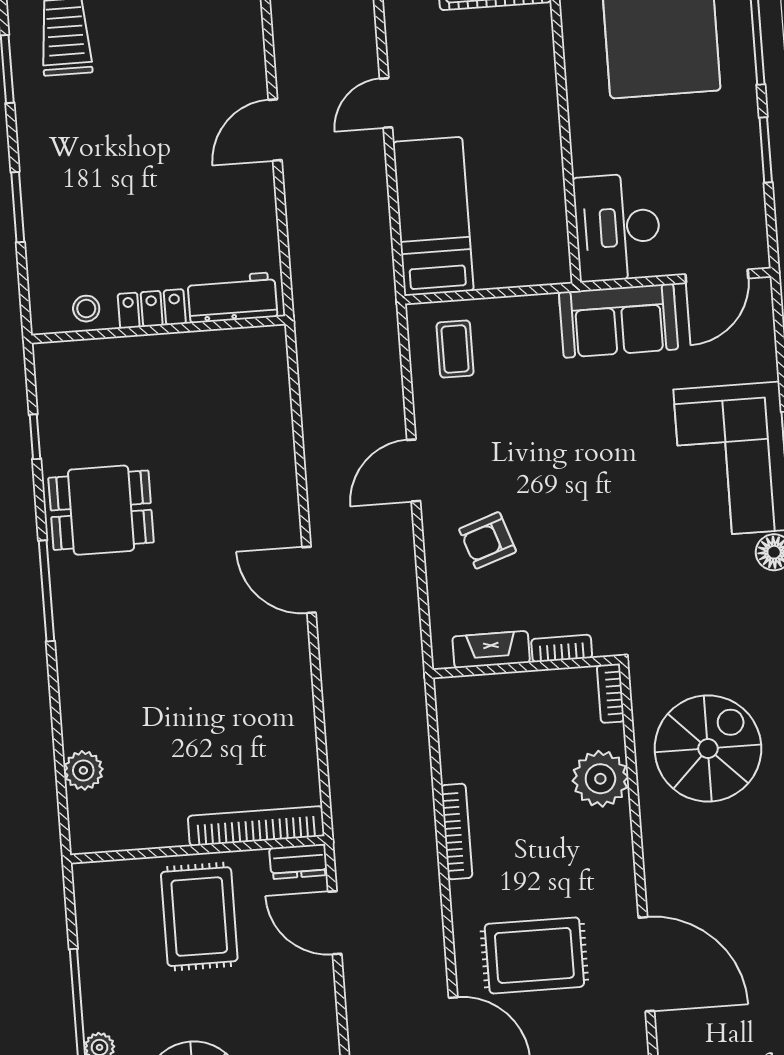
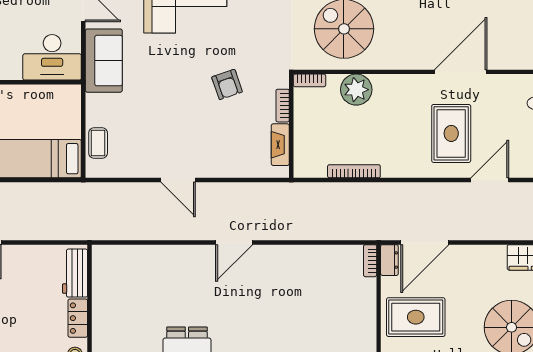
coffee table: (455, 349) -> (98, 143), moved, turned 90
armchair: (488, 540) -> (227, 84), moved
bookcase: (256, 826) -> (370, 261), width x0.43, depth x0.76
bookcase: (457, 831) -> (354, 171), moved
door: (335, 923) -> (425, 242), width x1.36

